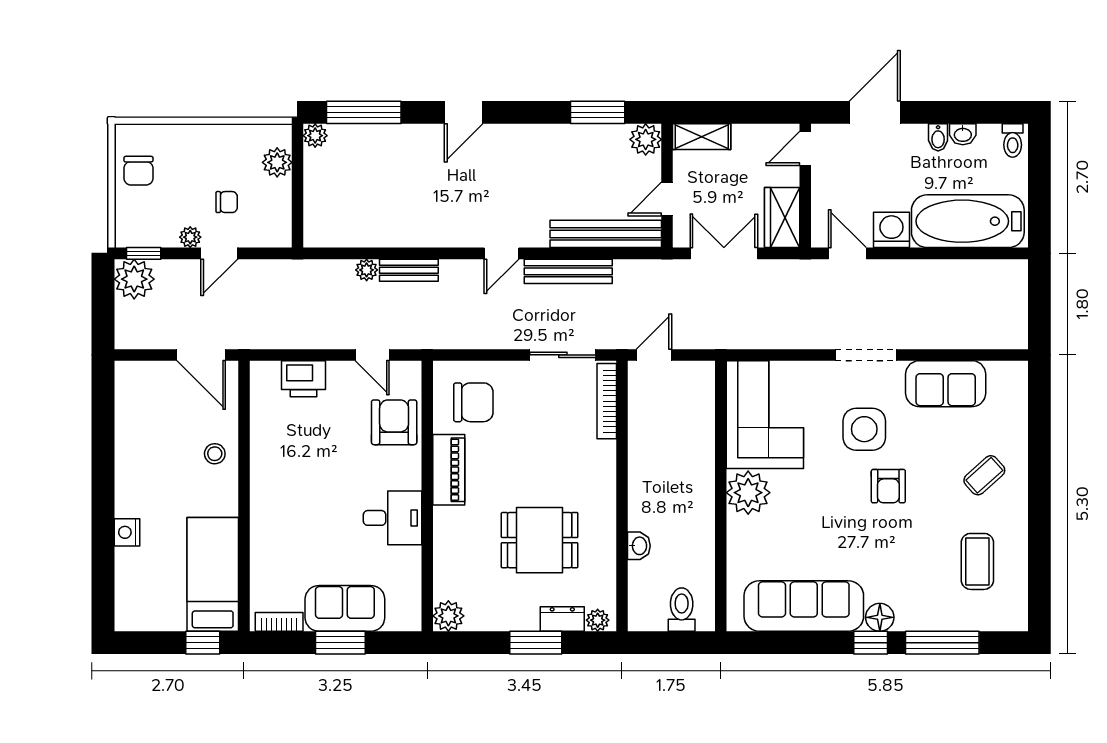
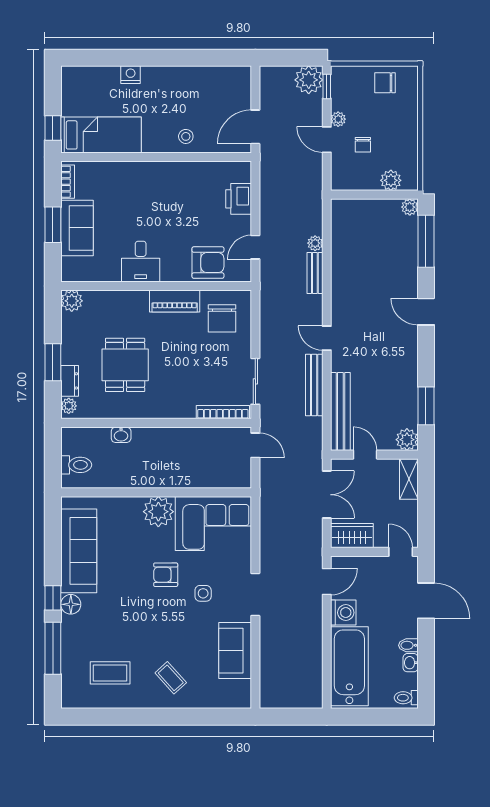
side table: (864, 429) -> (203, 593), width x0.54, depth x0.54
armchair: (888, 486) -> (166, 575), moved

